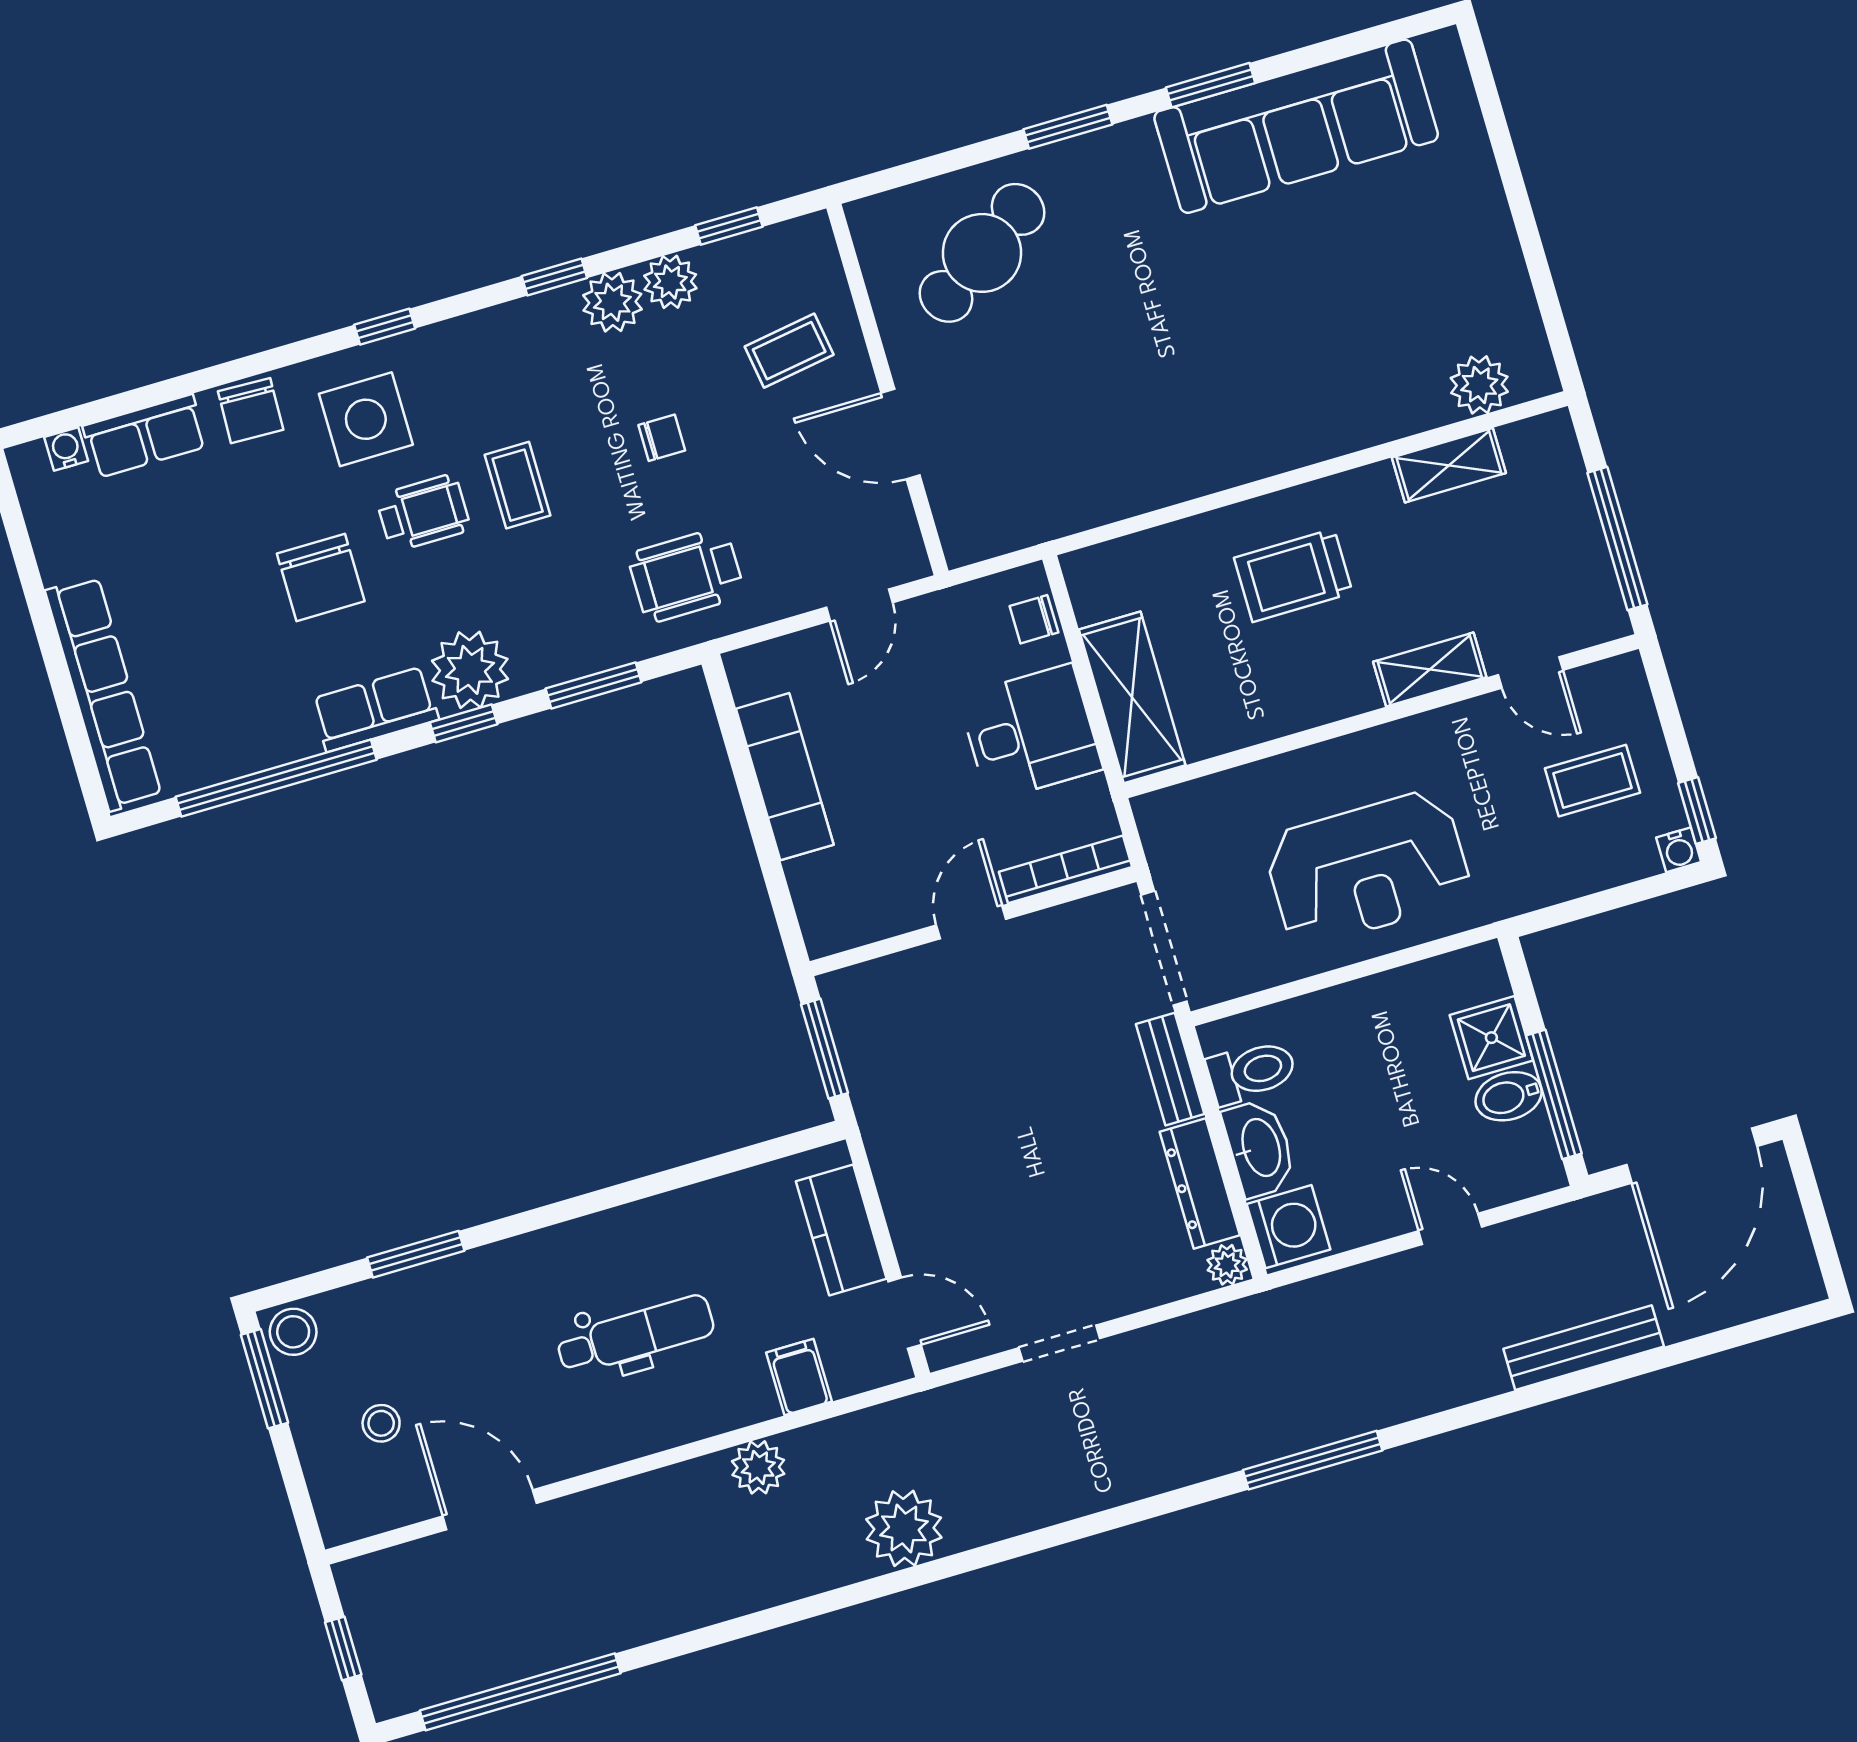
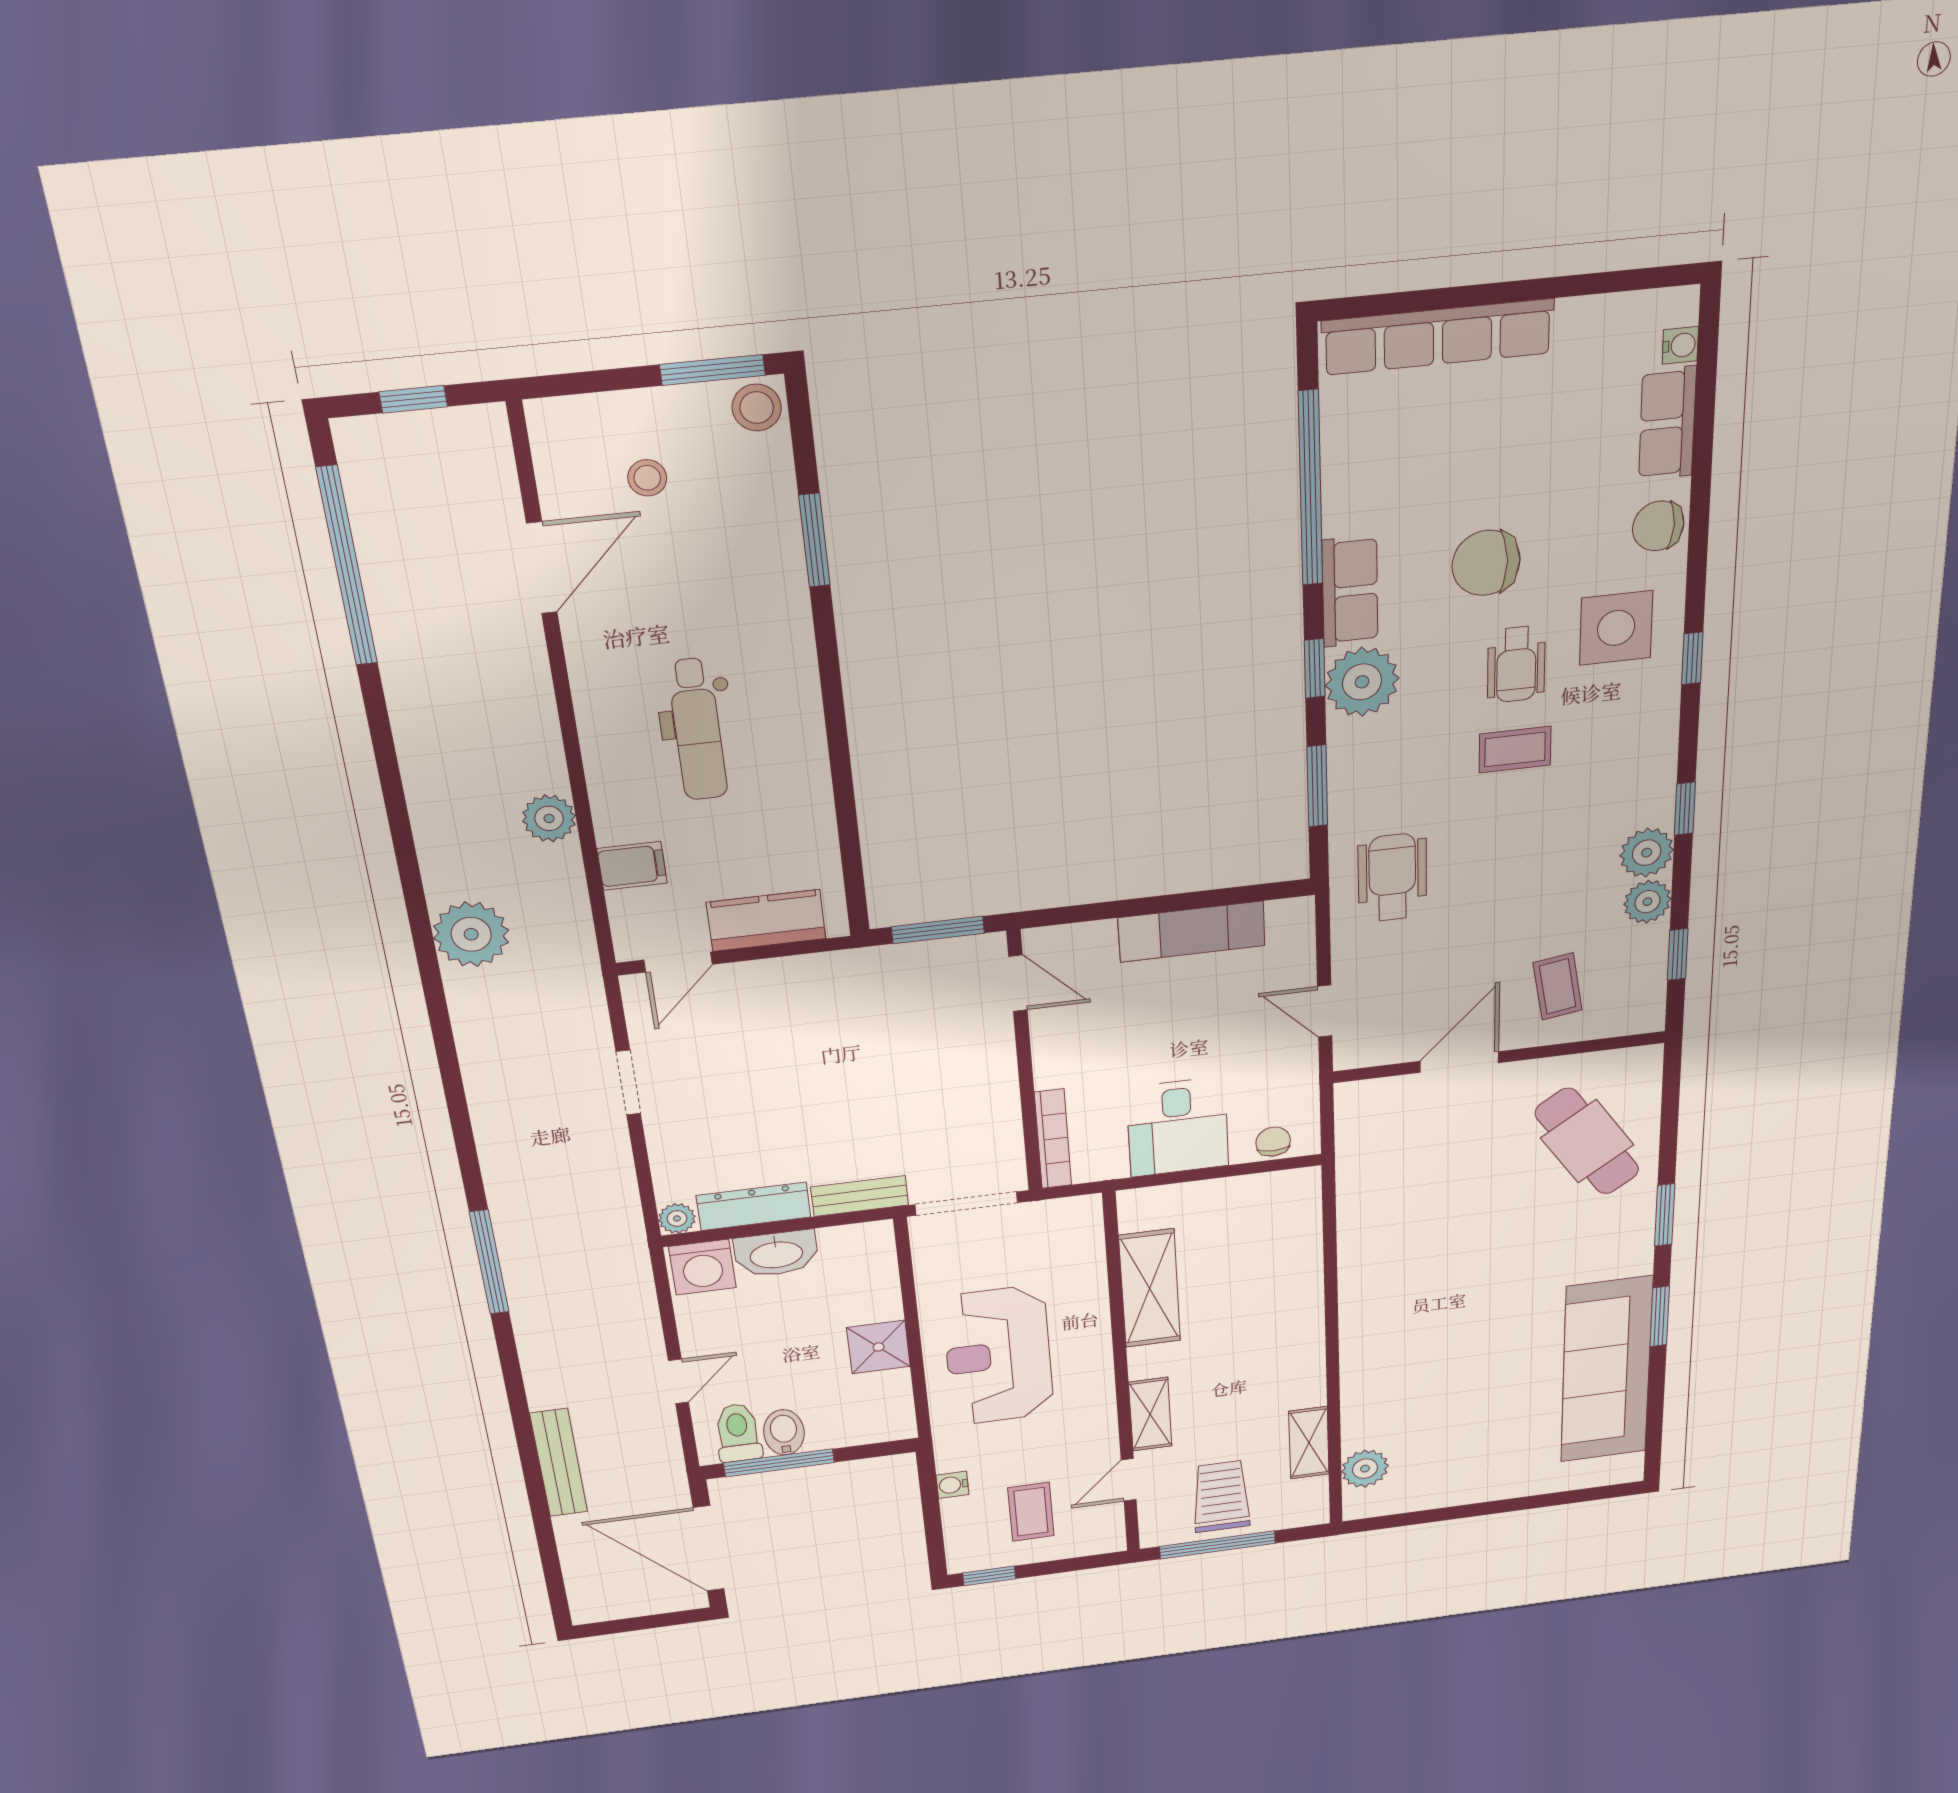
chair: (662, 438) -> (1518, 875), removed
trolley: (1293, 575) -> (1221, 1496), moved
shelving: (1132, 697) -> (1150, 1288), moved, turned 90
water cooler: (1679, 850) -> (952, 1485), moved
door: (971, 922) -> (1018, 983), moved
shower: (1491, 1038) -> (879, 1347), moved
toilet: (1252, 1072) -> (738, 1433), moved, turned 180

